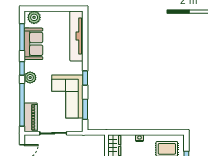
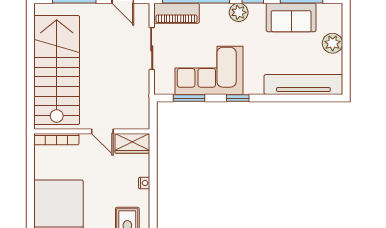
plant: (34, 17) -> (333, 43), moved

